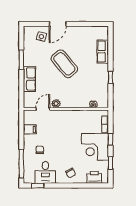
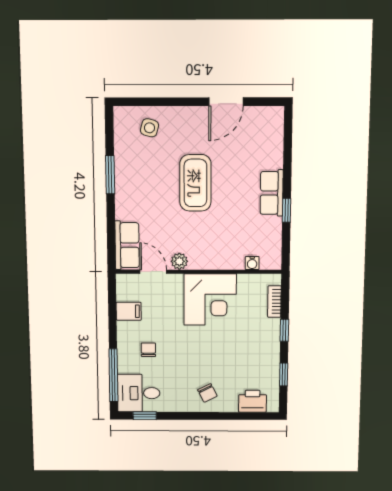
door: (58, 24) -> (226, 102), moved
row of seats: (103, 52) -> (272, 193), moved
coffee table: (64, 64) -> (195, 183), turned 40
row of seats: (29, 79) -> (127, 245), moved
door: (43, 109) -> (153, 272), hinge flipped
corner desk: (95, 147) -> (210, 300), moved, turned -90
desk: (45, 172) -> (139, 393), moved, turned 90

